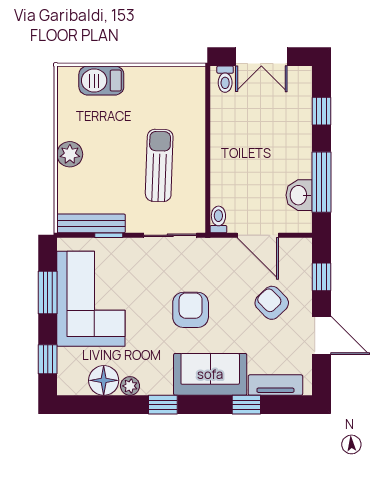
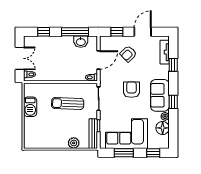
barbecue: (101, 81) -> (30, 107), moved
plant: (70, 154) -> (74, 143), moved
armchair: (191, 310) -> (131, 90), turned 90
sofa: (210, 374) -> (160, 95), moved

